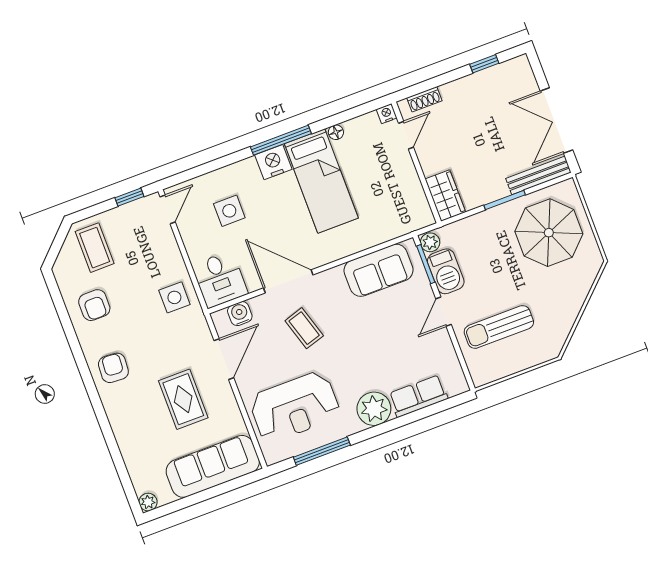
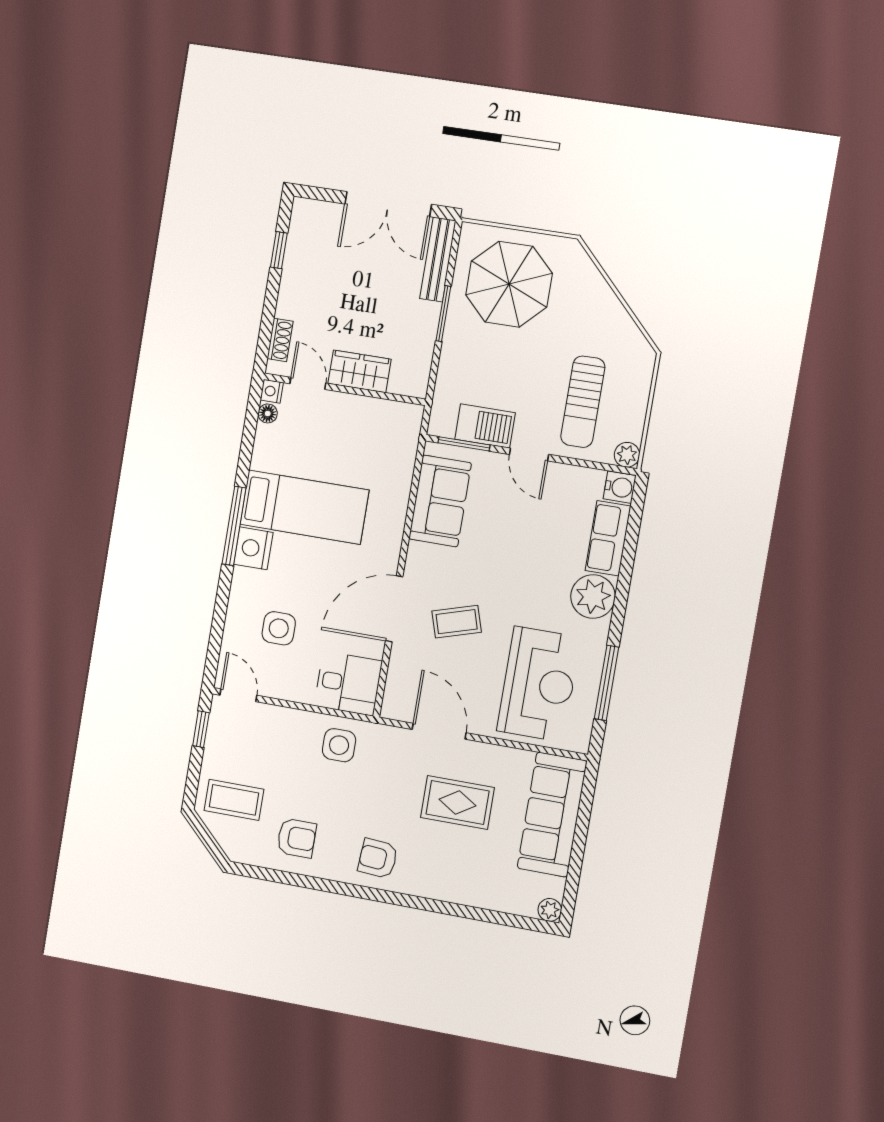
floor lamp: (336, 132) -> (268, 413), moved
wardrobe: (445, 196) -> (360, 371), moved
plant: (430, 242) -> (627, 455), moved
water cooler: (240, 314) -> (620, 487), moved, turned 180

